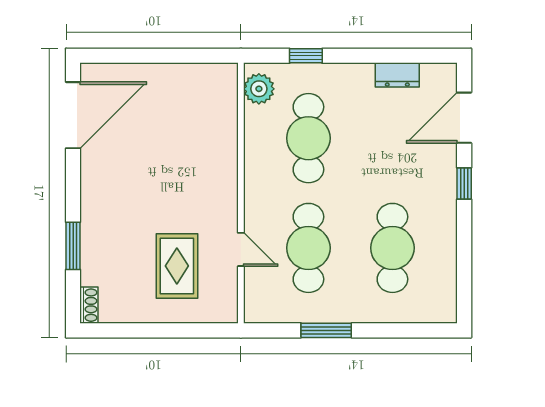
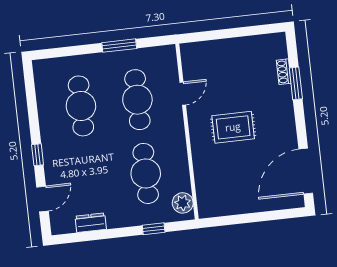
door: (464, 118) -> (43, 199), width x0.73
door: (241, 249) -> (183, 94), swing flipped
rug: (177, 266) -> (233, 127), moved, turned 90
shoe rack: (89, 305) -> (284, 72), moved

